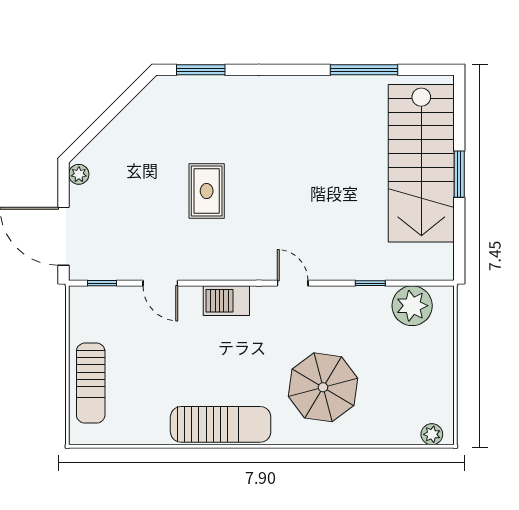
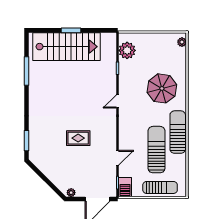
barbecue: (226, 301) -> (125, 187), moved
sun lounger: (180, 375) -> (157, 150), added

